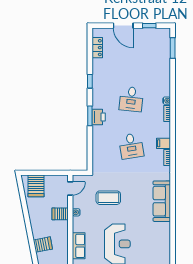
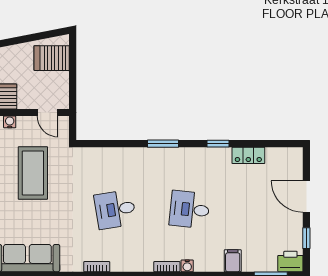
door: (123, 26) -> (306, 197), hinge flipped
locker: (97, 48) -> (248, 155), moved
printer: (99, 117) -> (290, 261), moved, turned 180
filing cabinet: (163, 143) -> (233, 261), moved
coffee table: (108, 198) -> (33, 173), width x1.36, depth x1.32

